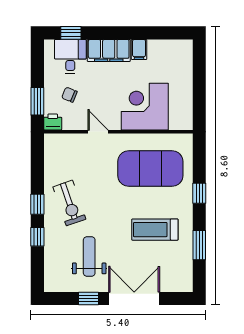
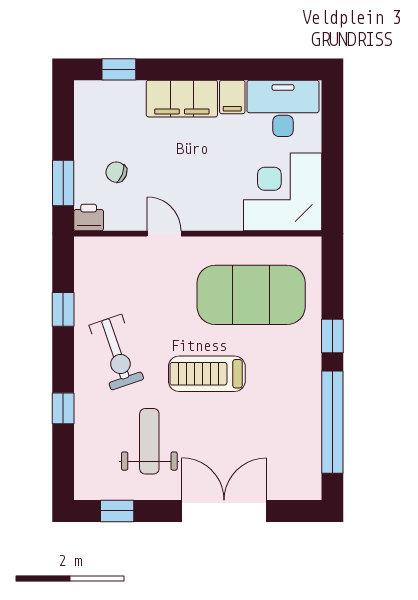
desk: (70, 56) -> (283, 108), moved, width x1.37
corner desk: (145, 107) -> (283, 192), moved
window: (37, 204) -> (63, 309), moved
treadmill: (155, 230) -> (207, 374), moved
window: (199, 245) -> (332, 422), width x2.11
window: (88, 298) -> (117, 511), moved

